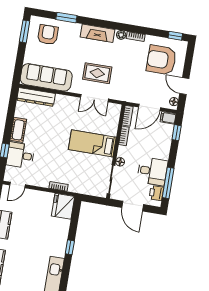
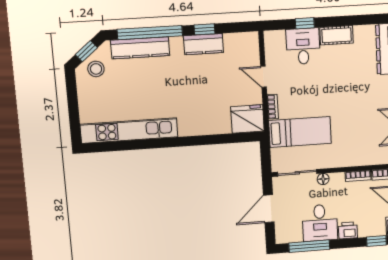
bed: (92, 143) -> (300, 132), moved, turned 90
door: (18, 185) -> (264, 77), moved
printer: (156, 193) -> (348, 230), moved
window: (70, 247) -> (195, 141), removed

